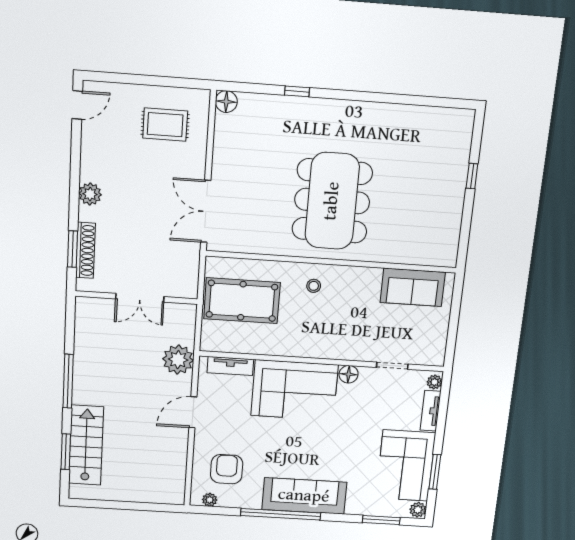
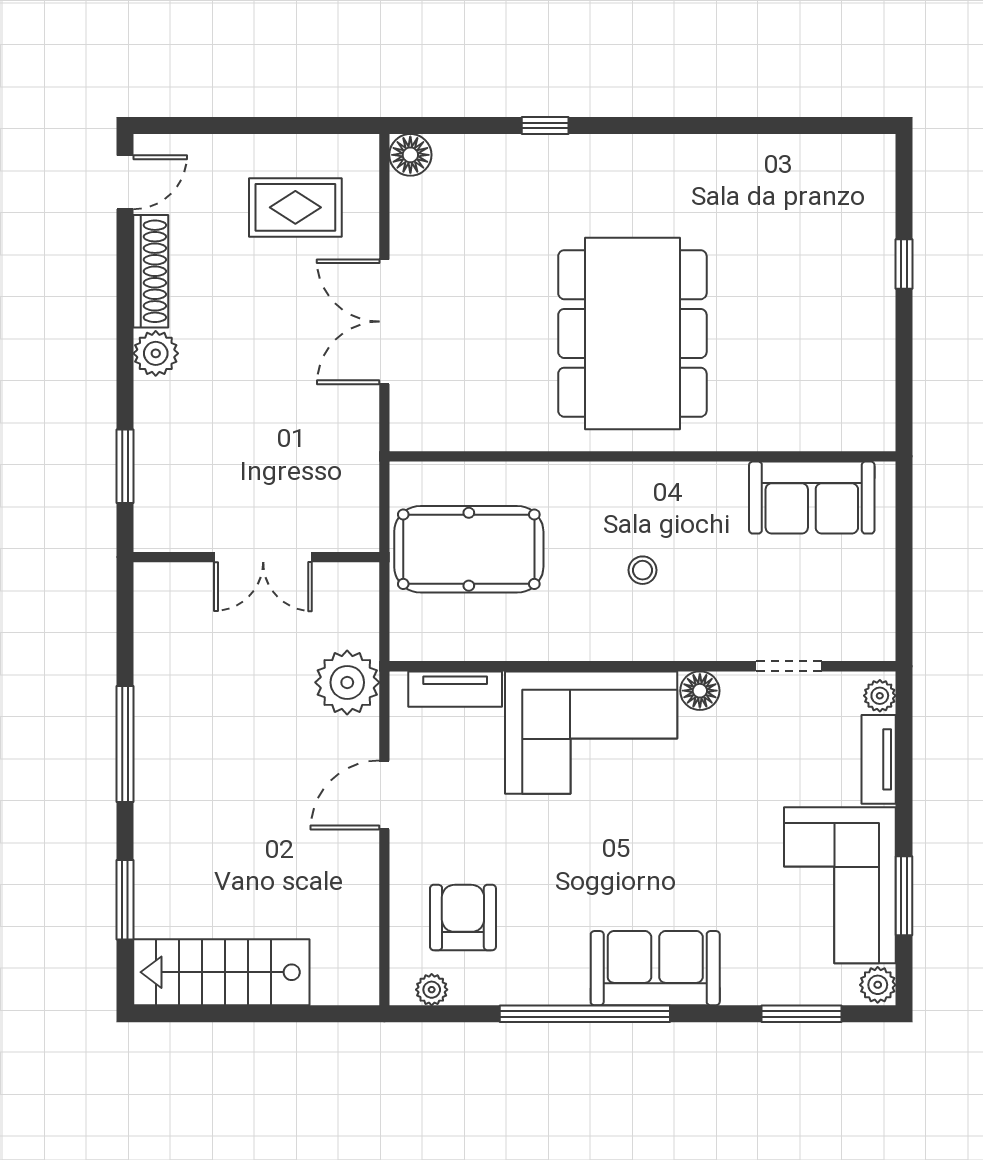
double door: (206, 211) -> (384, 322), moved
shoe rack: (85, 250) -> (151, 271), moved
stool: (314, 286) -> (643, 570), moved
stairs: (86, 445) -> (221, 972), moved, turned -90
sofa: (304, 496) -> (655, 968), width x0.73

